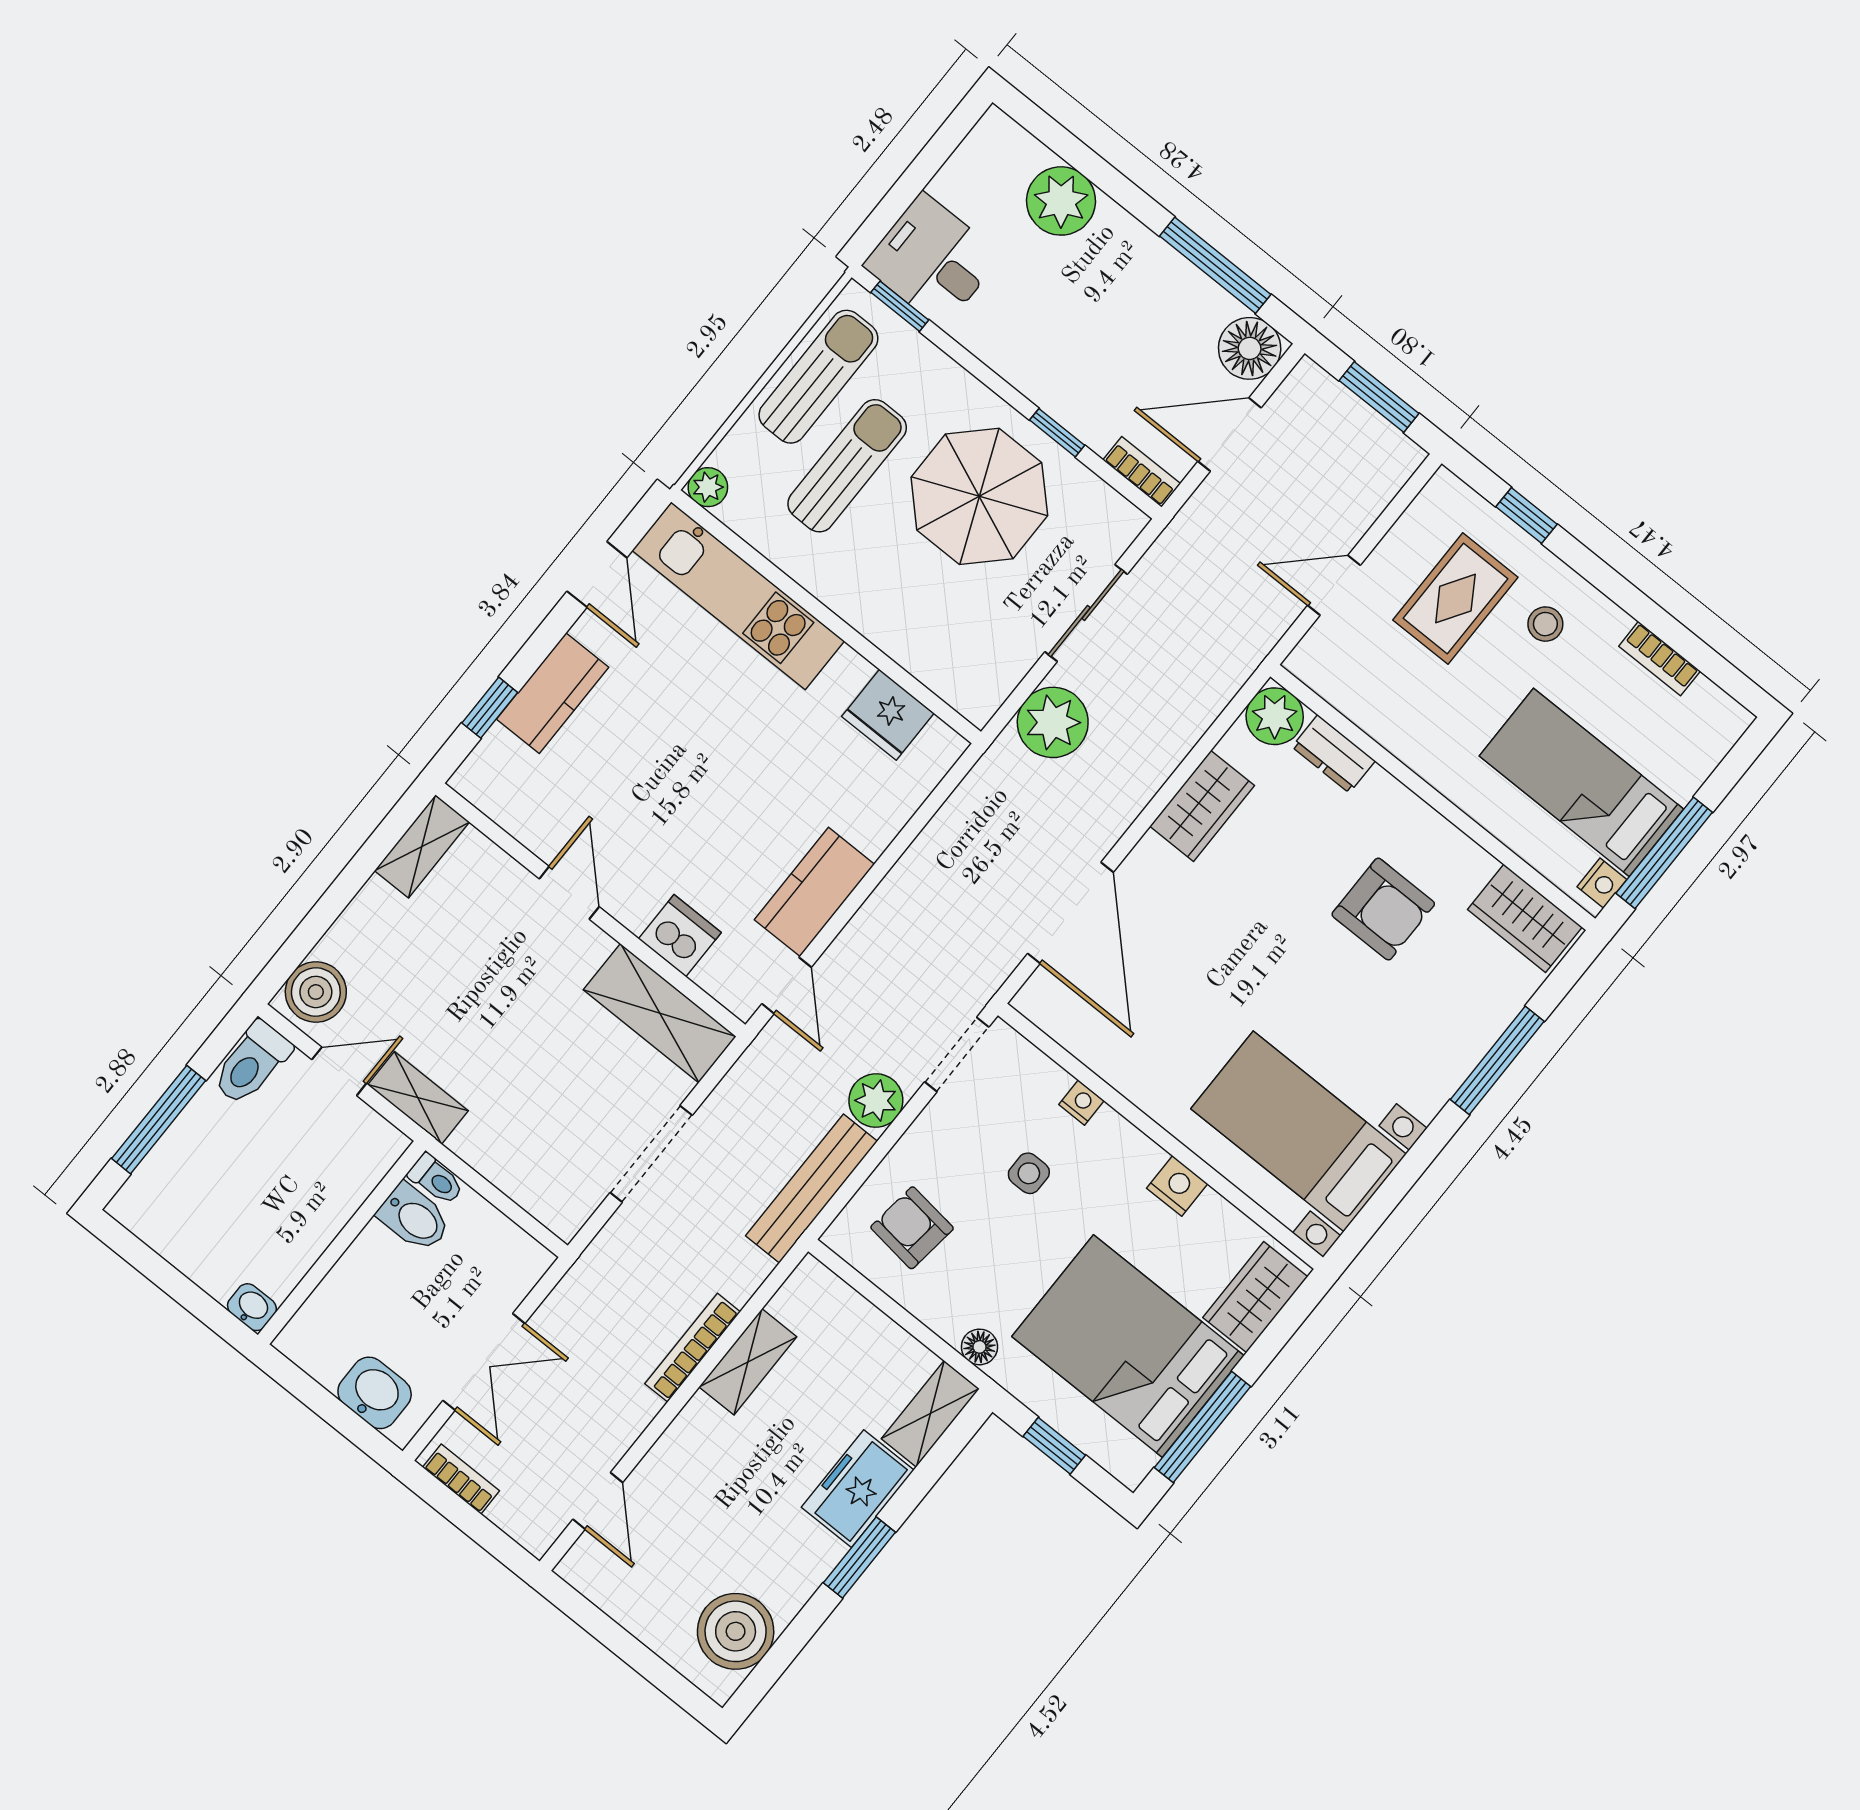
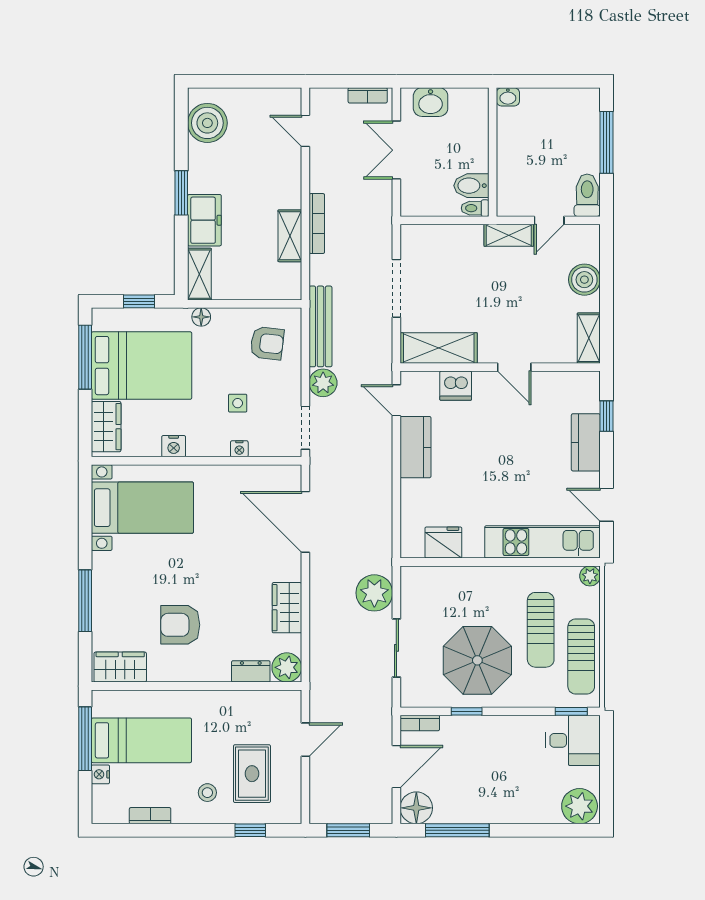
plant: (1061, 201) -> (580, 806), moved
nightstand: (1602, 883) -> (100, 774), moved
boiler: (316, 992) -> (584, 280), moved

